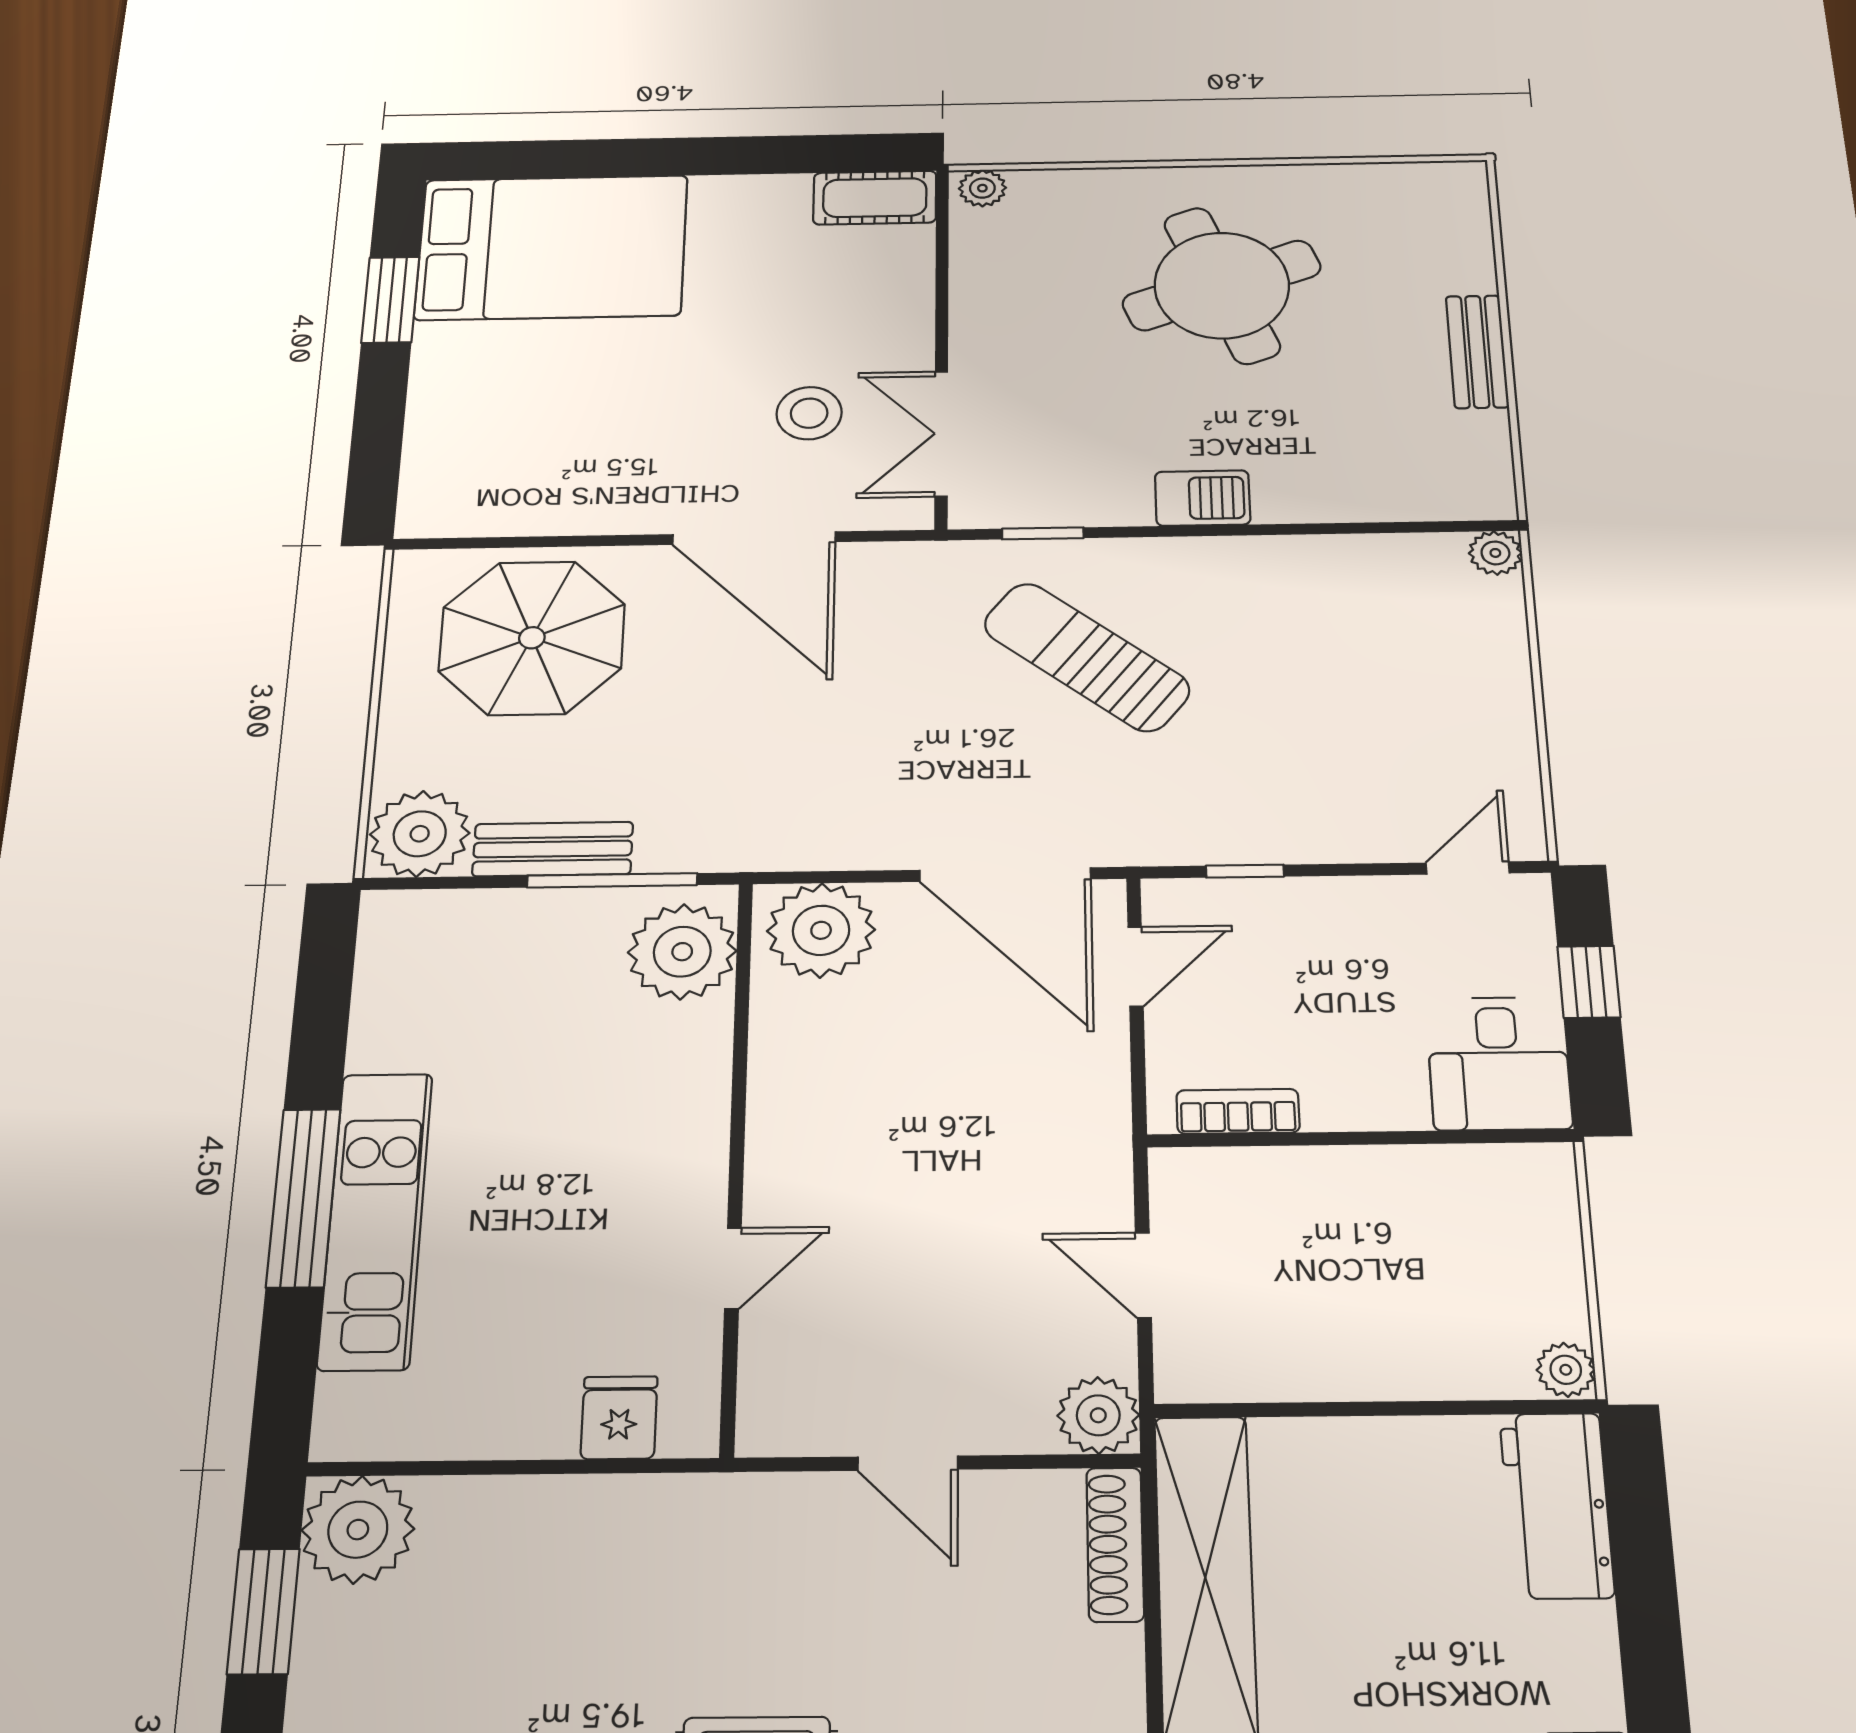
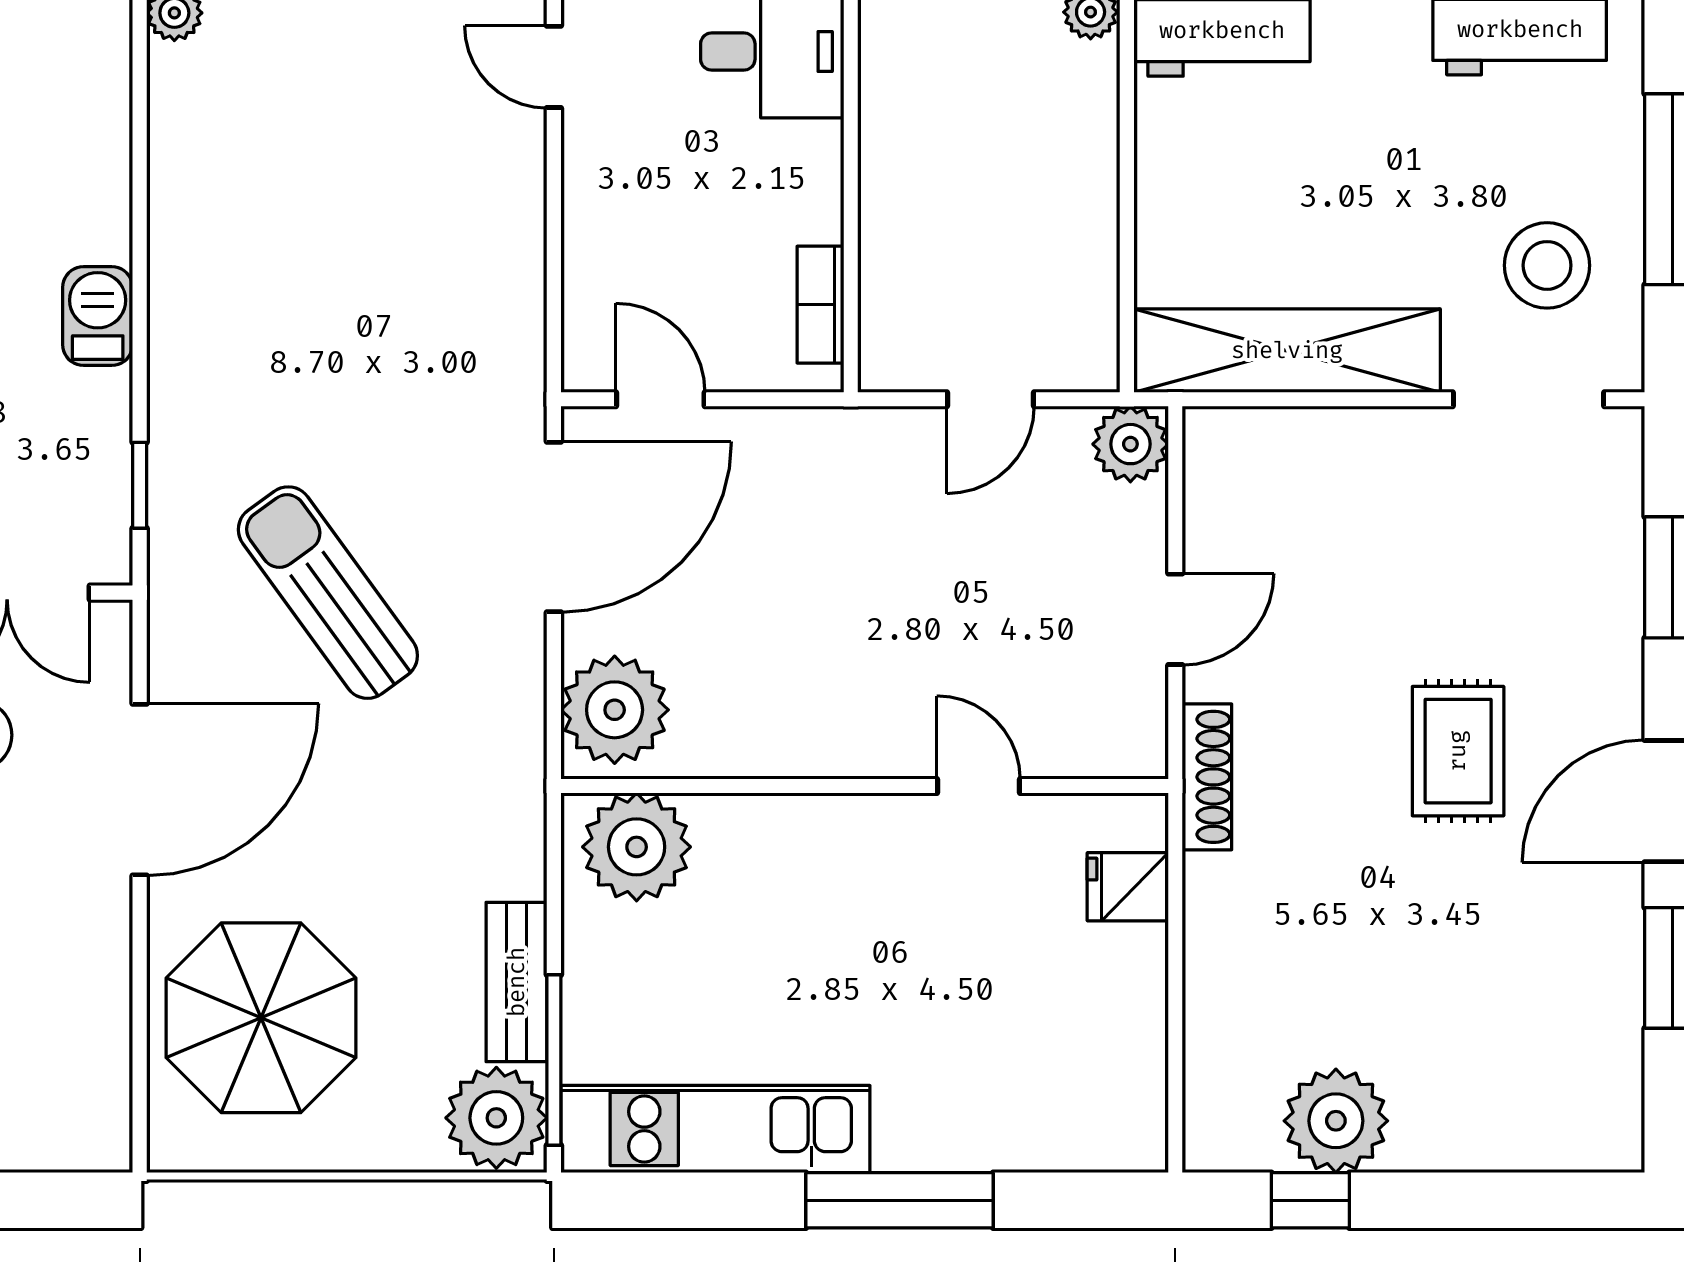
sun lounger: (1087, 657) -> (328, 593), moved, turned 106
window: (1245, 871) -> (554, 288), removed
window: (612, 880) -> (554, 1060), moved
kitchen unit: (376, 1220) -> (715, 1129), moved
plant: (358, 1530) -> (1336, 1121), moved
shoe rack: (1115, 1544) -> (1207, 777), moved, turned -90
window: (263, 1611) -> (1310, 1200), width x0.67

